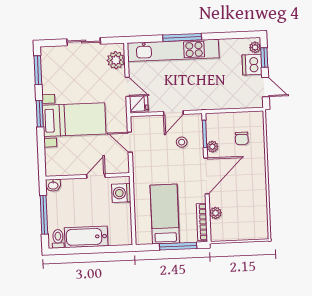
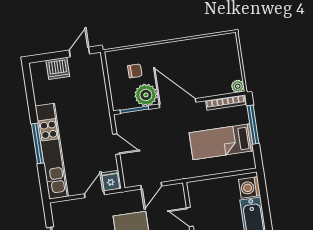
plant: (255, 47) -> (40, 67), removed
window: (264, 58) -> (49, 57), removed
plant: (116, 60) -> (68, 209), removed
stool: (182, 142) -> (145, 132), removed
plant: (212, 147) -> (146, 95), width x1.87, depth x1.87
washing machine: (121, 193) -> (249, 188), moved, turned 90
plant: (215, 213) -> (238, 86), moved

